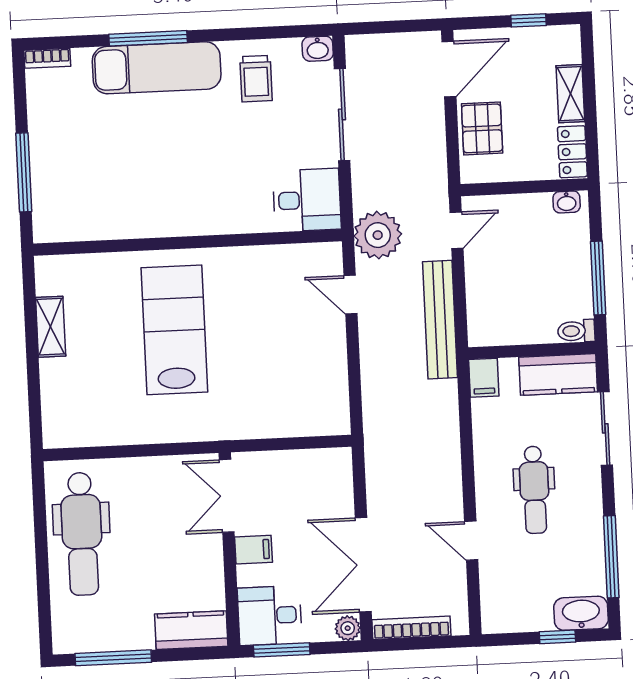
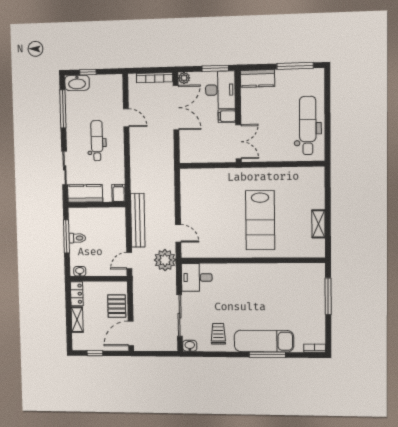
toilet: (576, 331) -> (77, 238), moved
desk: (270, 615) -> (220, 90), width x1.37

